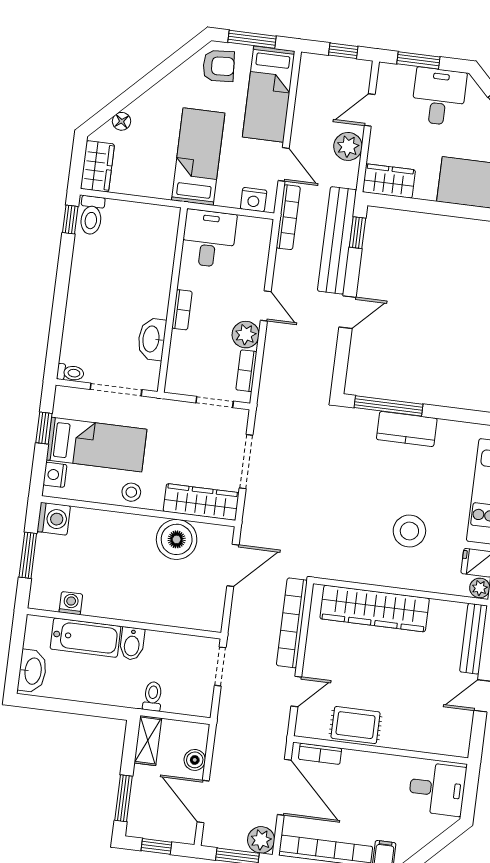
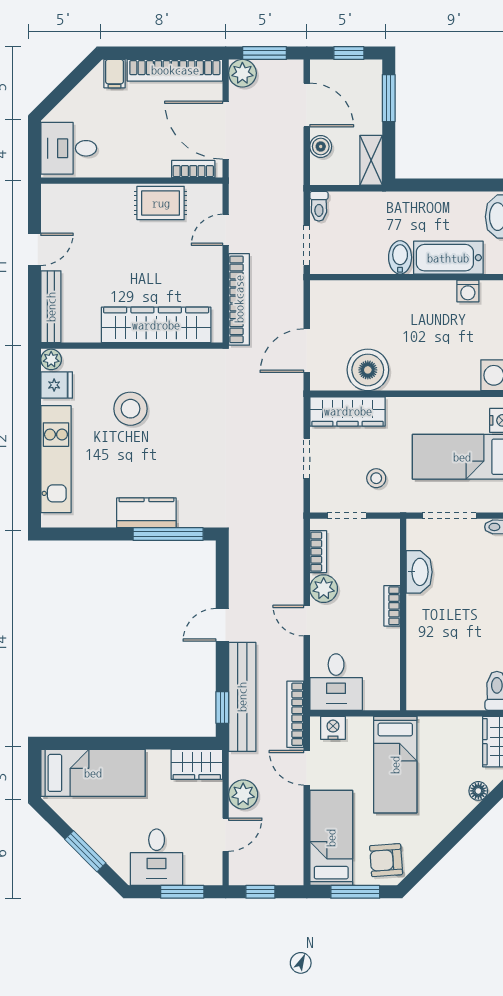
desk: (209, 239) -> (336, 682), moved
doorway: (246, 462) -> (307, 459), width x0.73
stool: (131, 492) -> (376, 478), moved
toilet: (153, 696) -> (319, 206), moved

